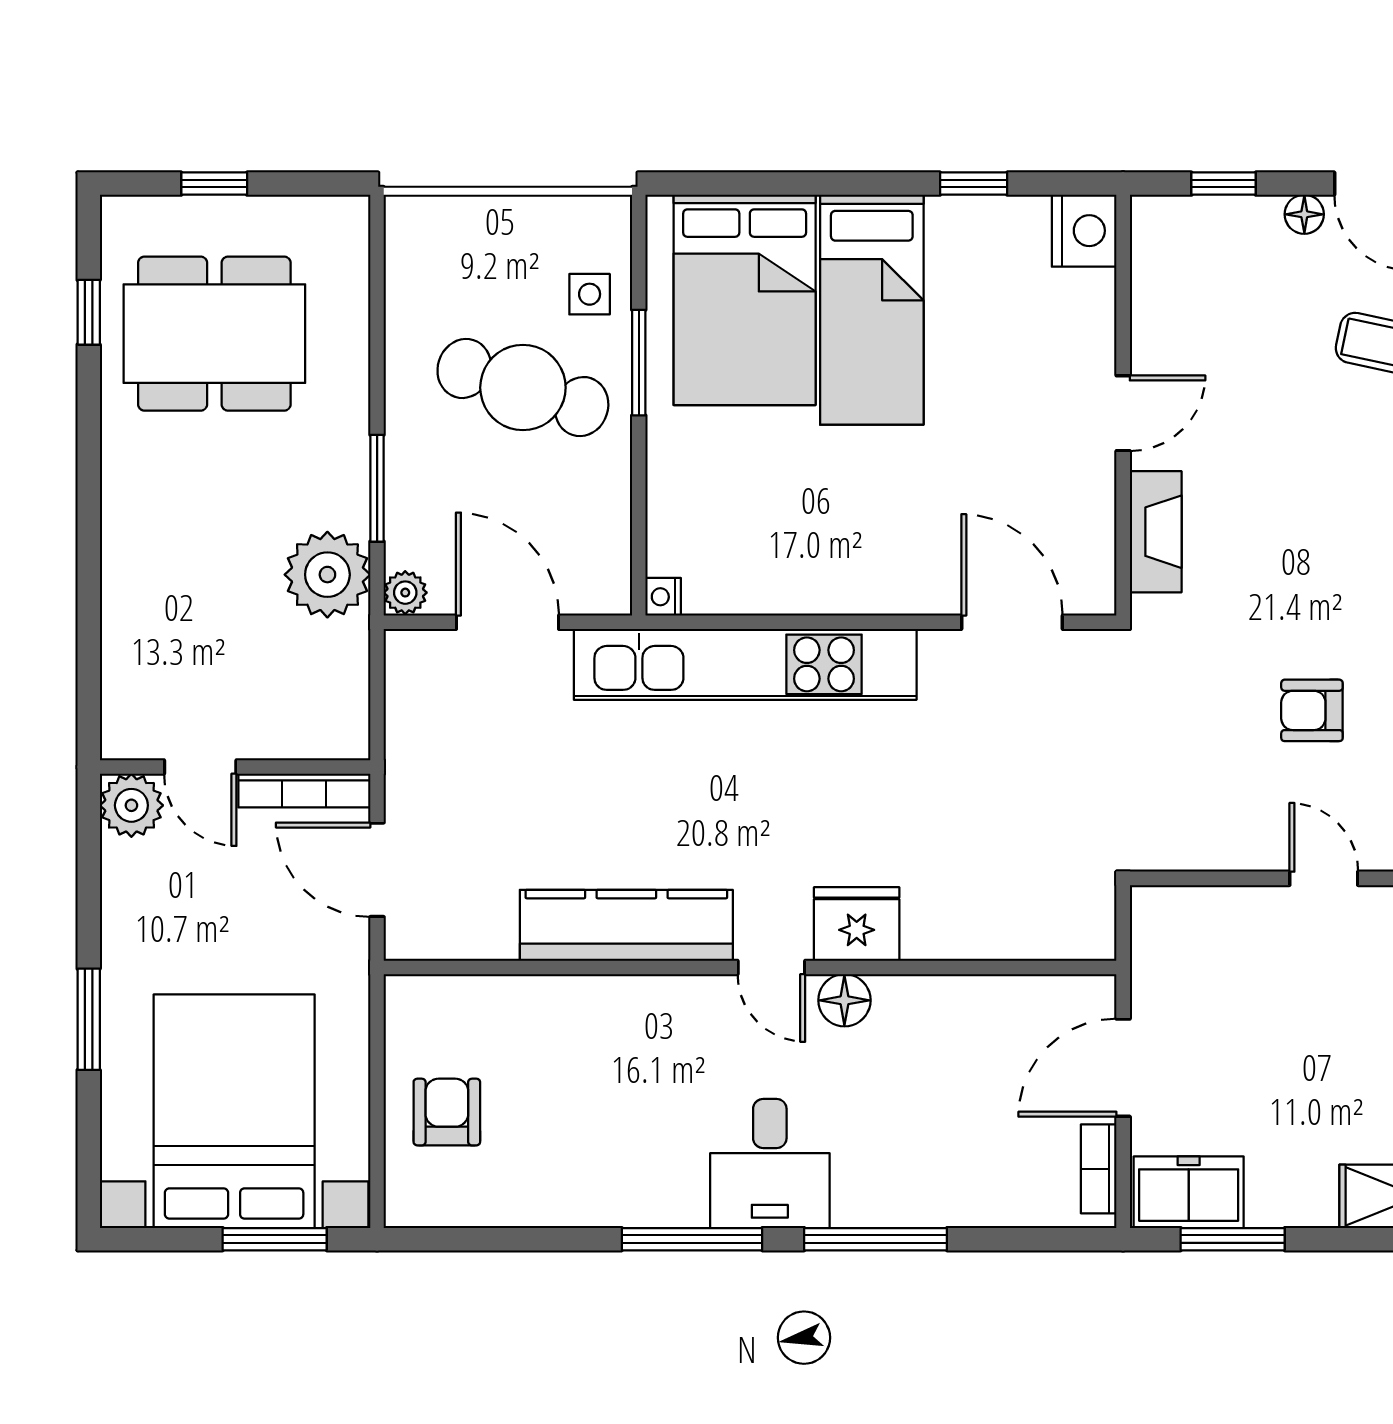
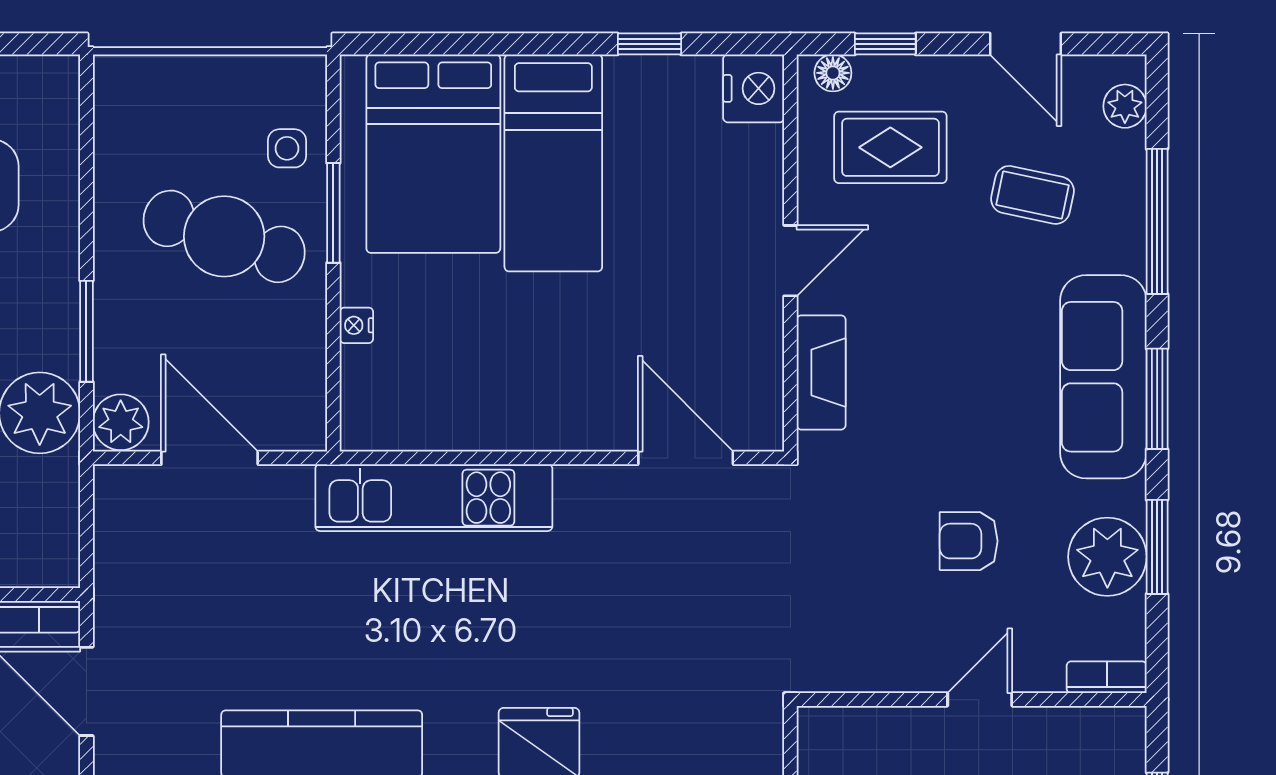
floor lamp: (1304, 214) -> (833, 73), moved
rug: (1229, 293) -> (890, 147), added
plant: (405, 593) -> (121, 422), width x1.38, depth x1.38
nightstand: (663, 597) -> (356, 325), moved
kitchen unit: (745, 664) -> (434, 498), width x0.73
door: (1324, 878) -> (980, 700), hinge flipped

